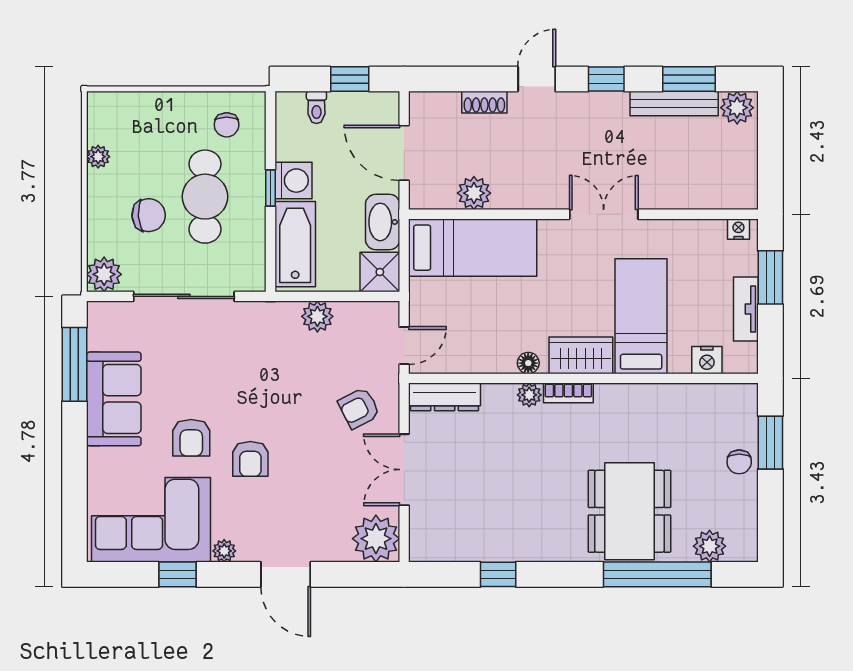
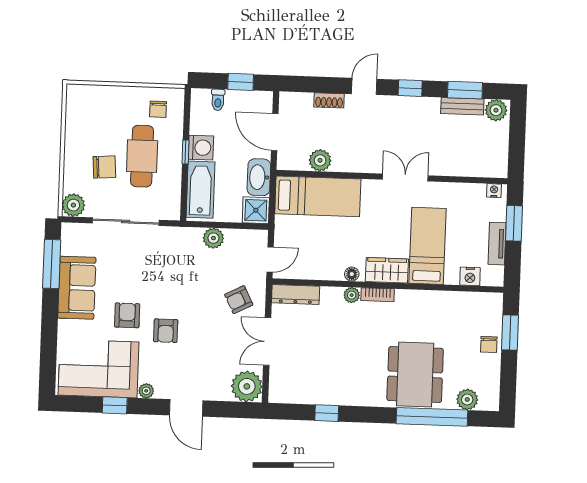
bench: (674, 104) -> (462, 106), width x0.73
plant: (98, 157) -> (72, 127), removed
armchair: (191, 438) -> (127, 315), turned 180

